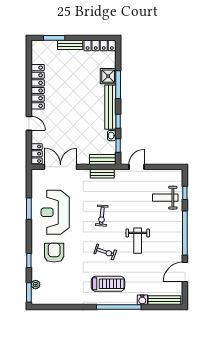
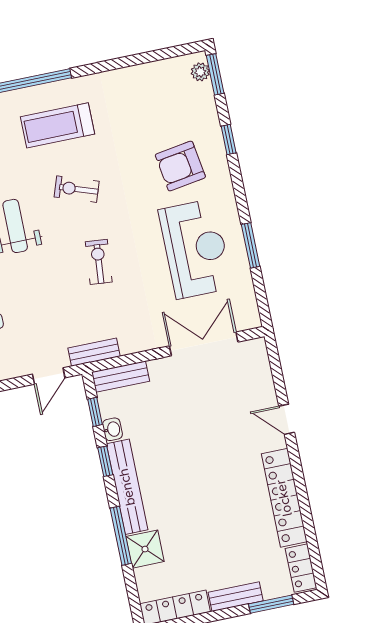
locker: (37, 154) -> (301, 568), moved
double door: (61, 167) -> (204, 344), swing flipped
bench: (102, 174) -> (94, 352), moved
armchair: (54, 253) -> (180, 166), turned 81
plant: (36, 285) -> (200, 72), moved

